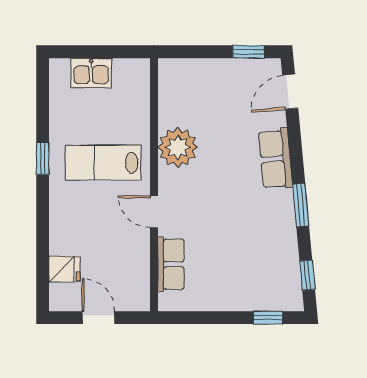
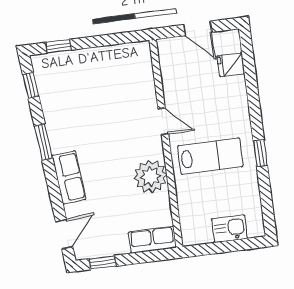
row of seats: (171, 264) -> (152, 240), moved, turned 90

